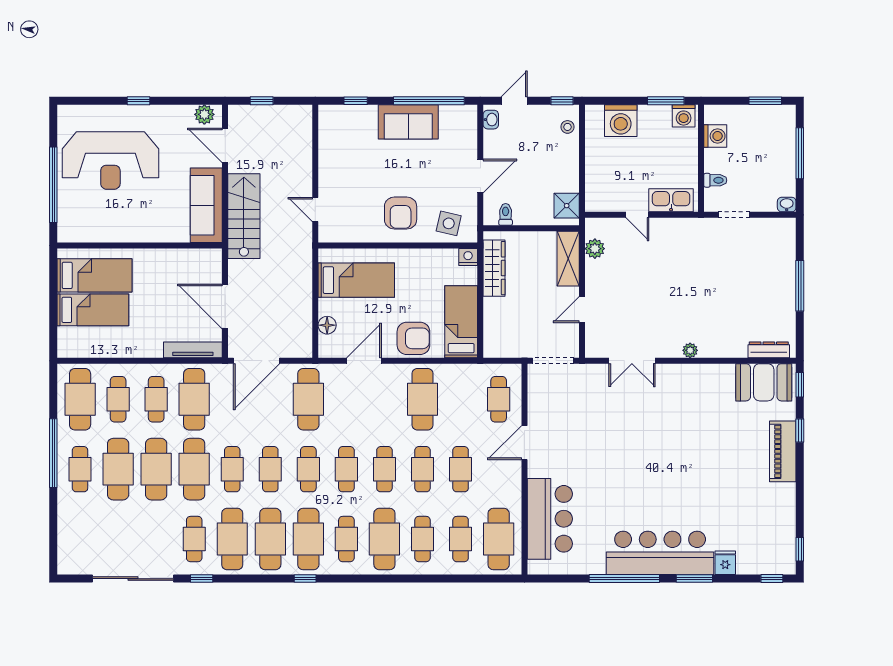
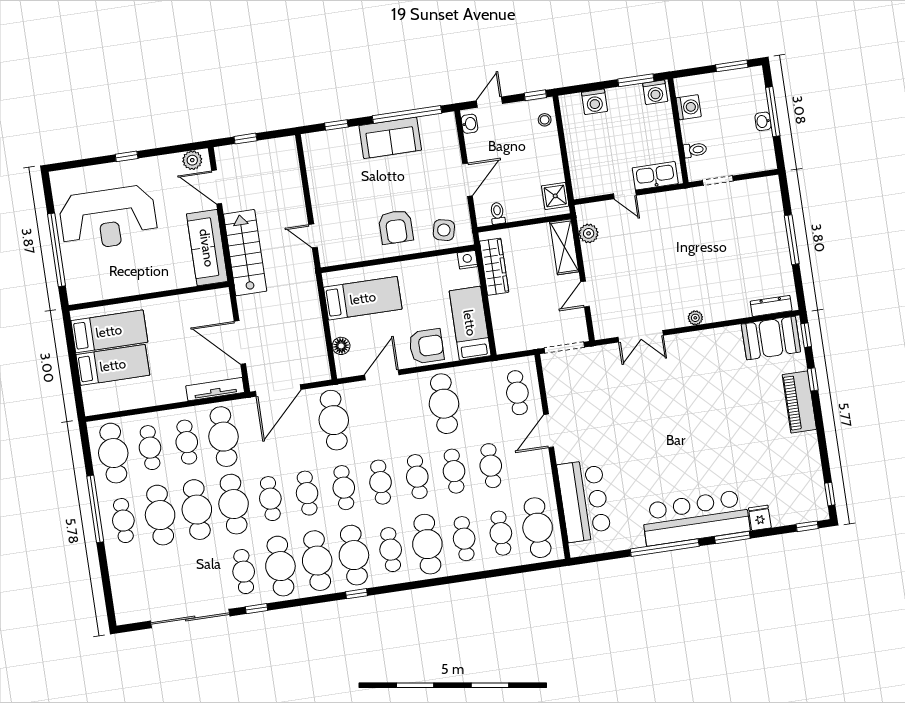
washing machine: (621, 121) -> (594, 102), width x0.73, depth x0.73
washbasin: (787, 205) -> (763, 121), moved, turned -90

